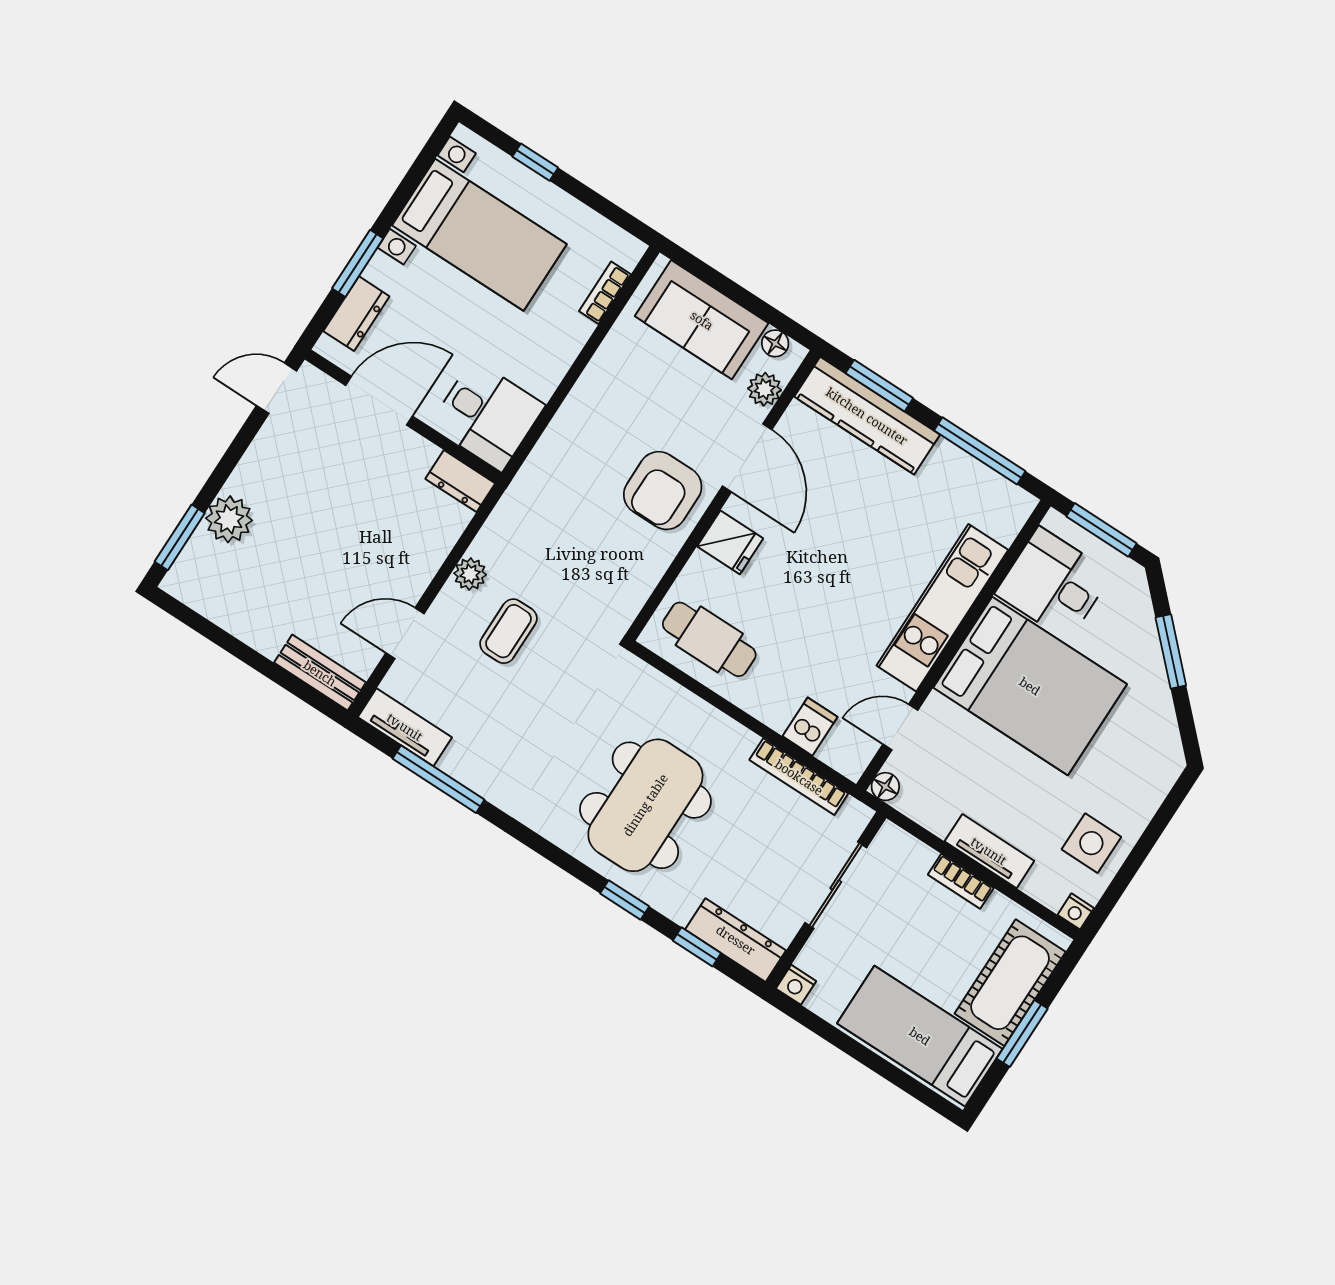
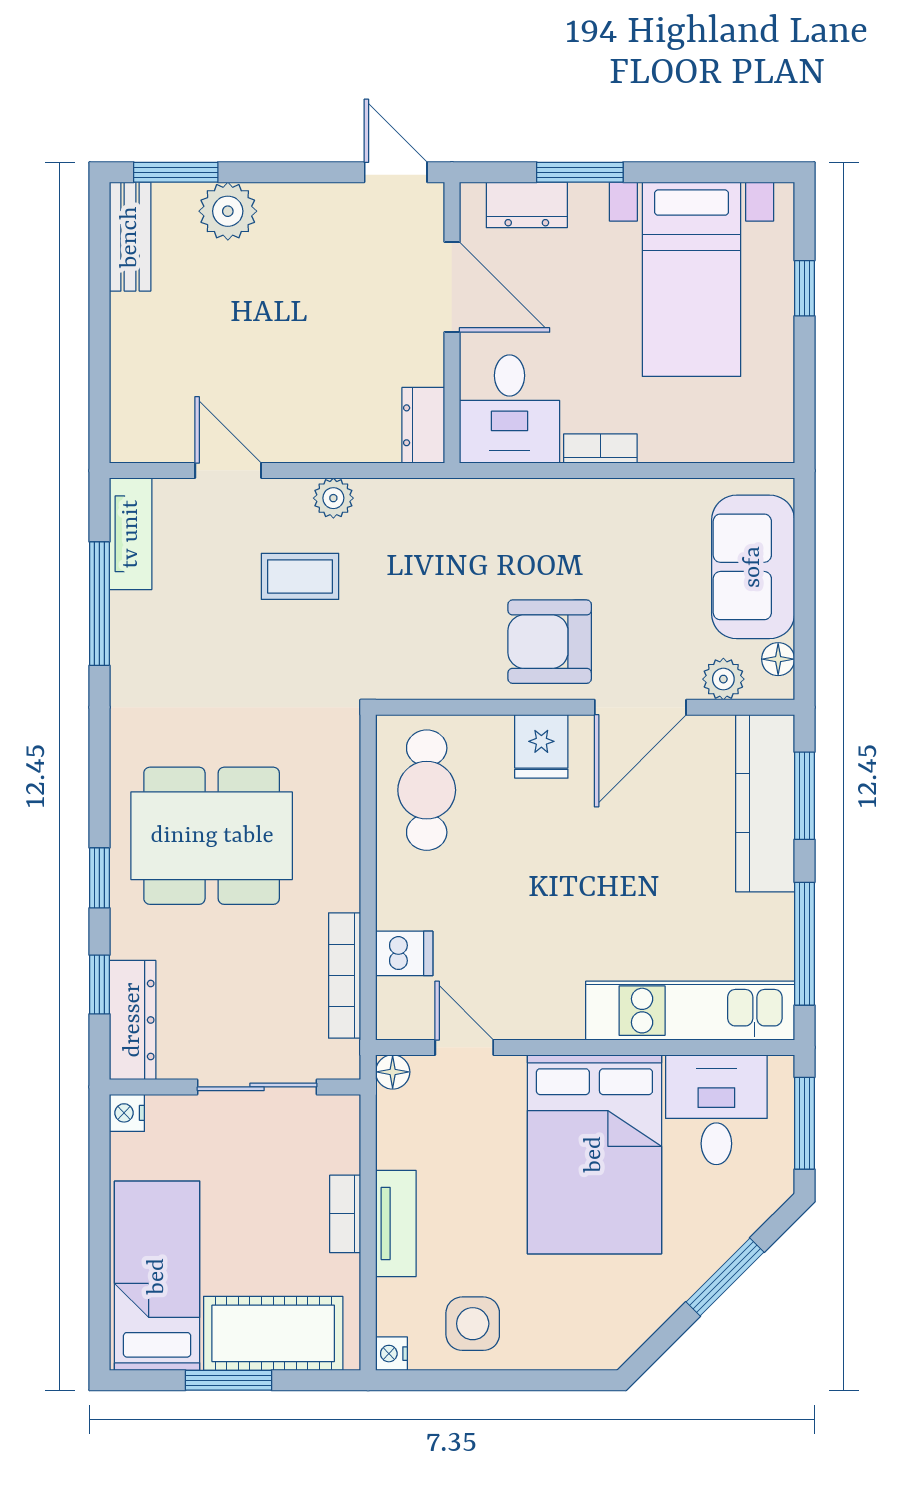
bookcase: (605, 293) -> (600, 449), moved
kitchen unit: (942, 608) -> (690, 1011), moved
bench: (320, 673) -> (130, 237), moved

